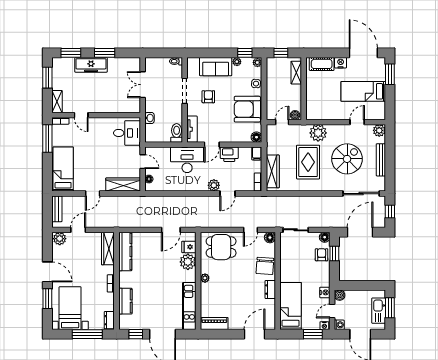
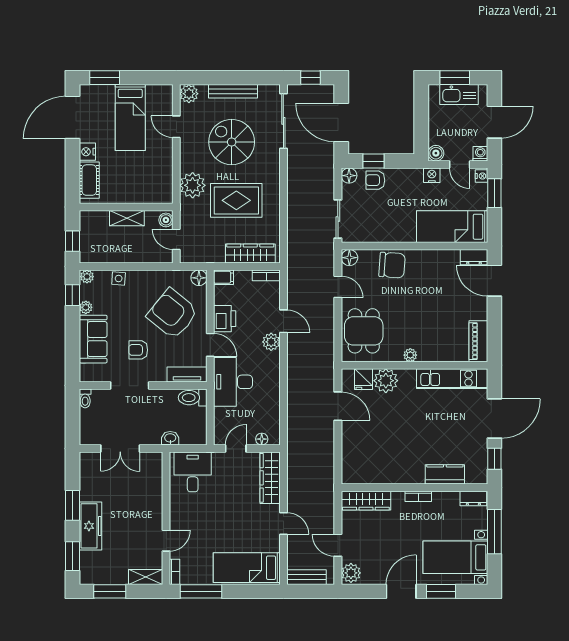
shelving: (296, 73) -> (127, 218), moved
armchair: (247, 109) -> (173, 314), moved, turned 129
kitchen counter: (125, 252) -> (370, 475), removed
dresser: (270, 290) -> (474, 257), moved

